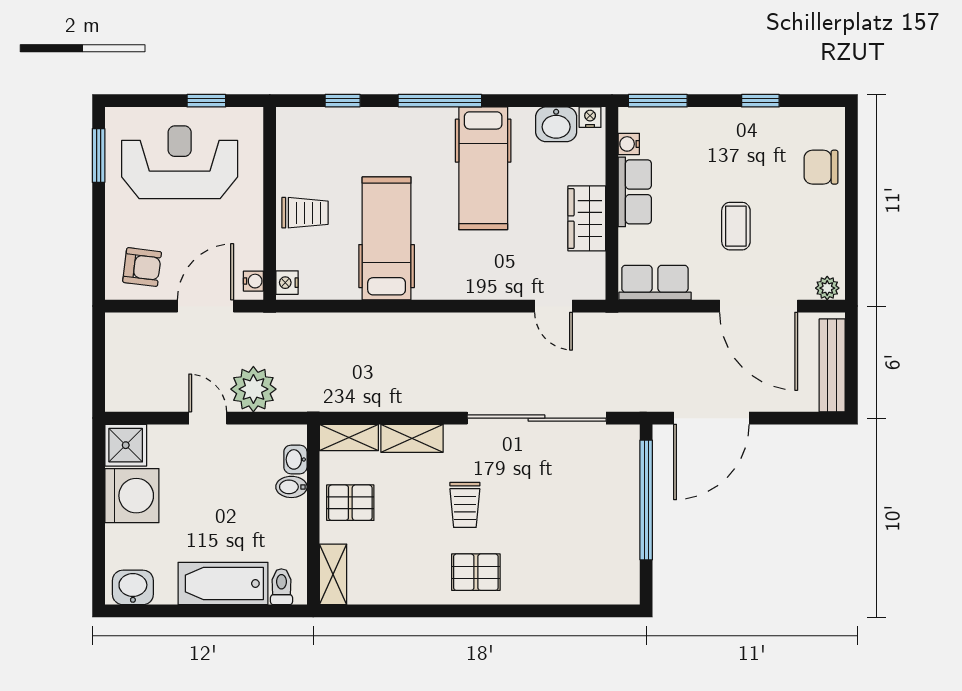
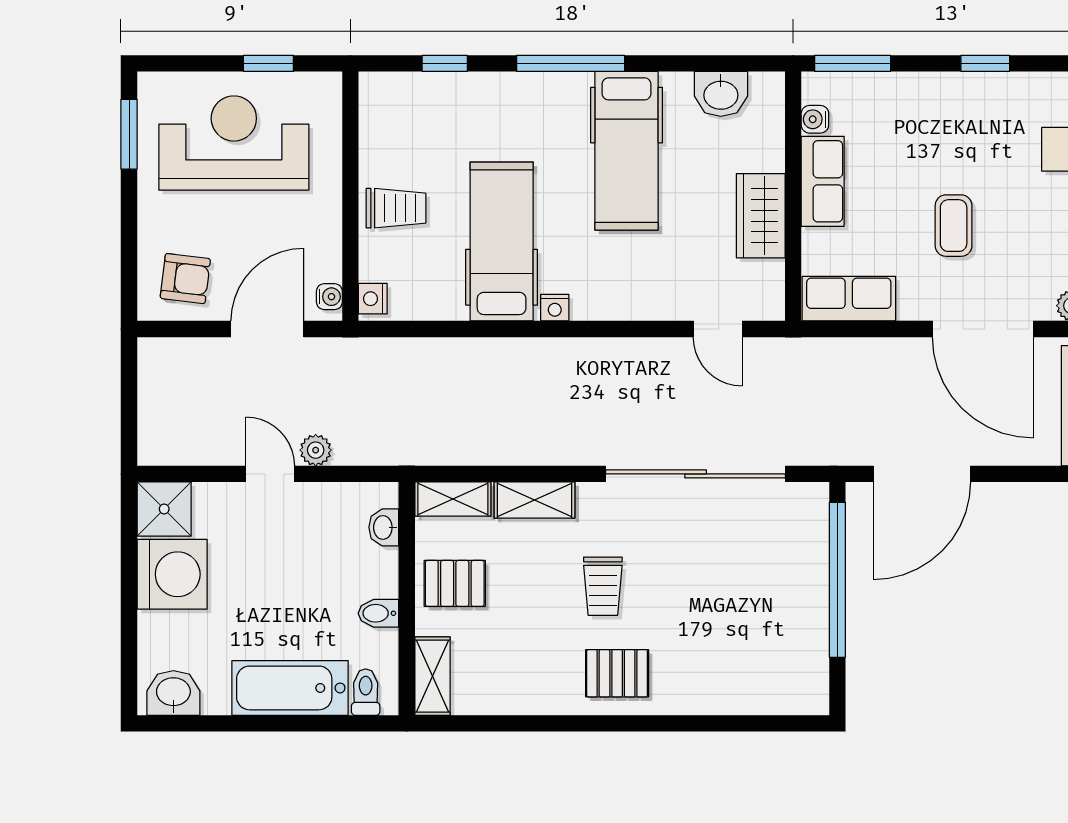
nightstand: (590, 117) -> (555, 308), moved, turned 180
plant: (253, 389) -> (316, 450), width x0.53, depth x0.53
bidet: (291, 487) -> (378, 613), moved

